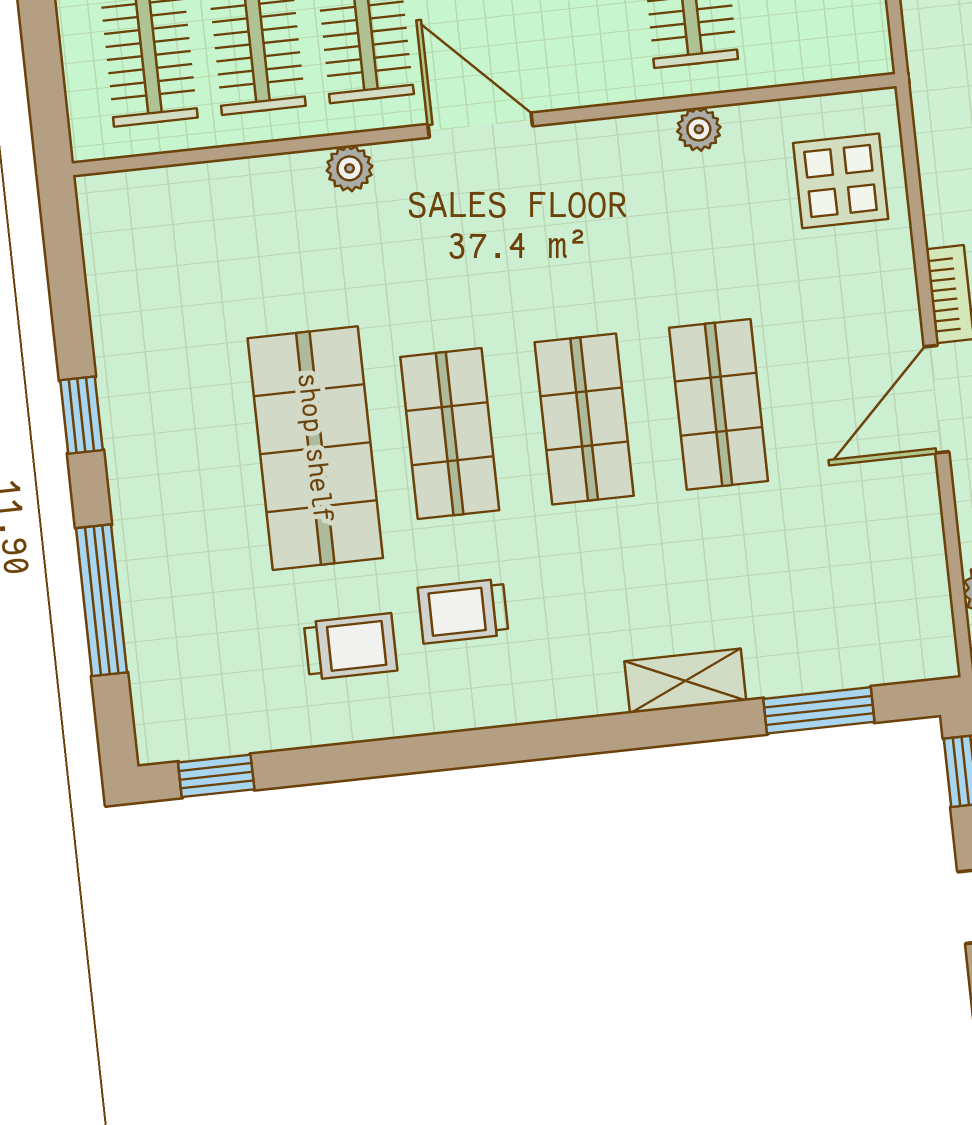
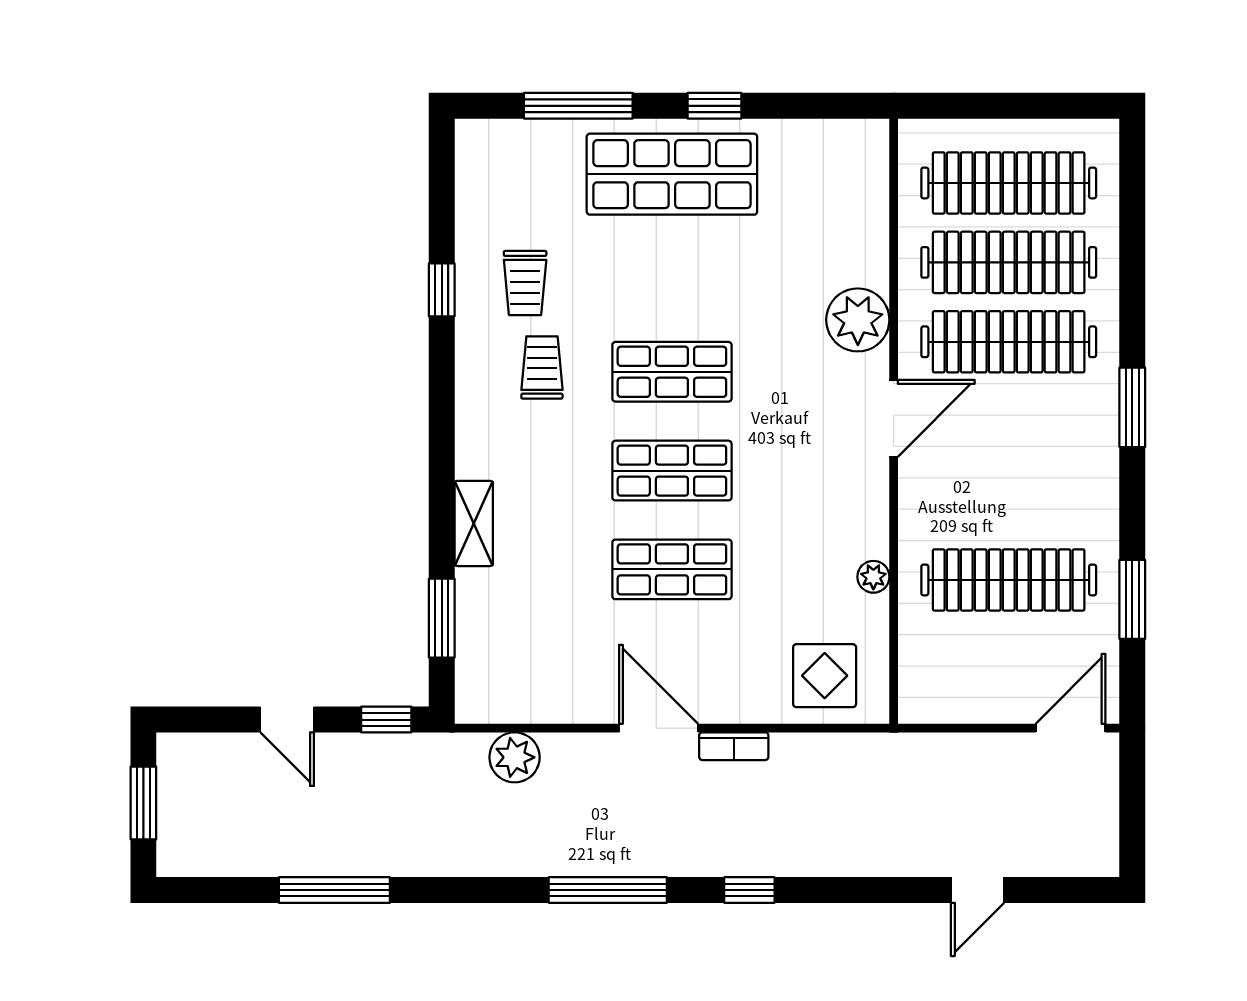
plant: (350, 168) -> (858, 320), width x1.88, depth x1.88
shop shelf: (315, 448) -> (672, 174), moved
window: (216, 776) -> (442, 290), moved

